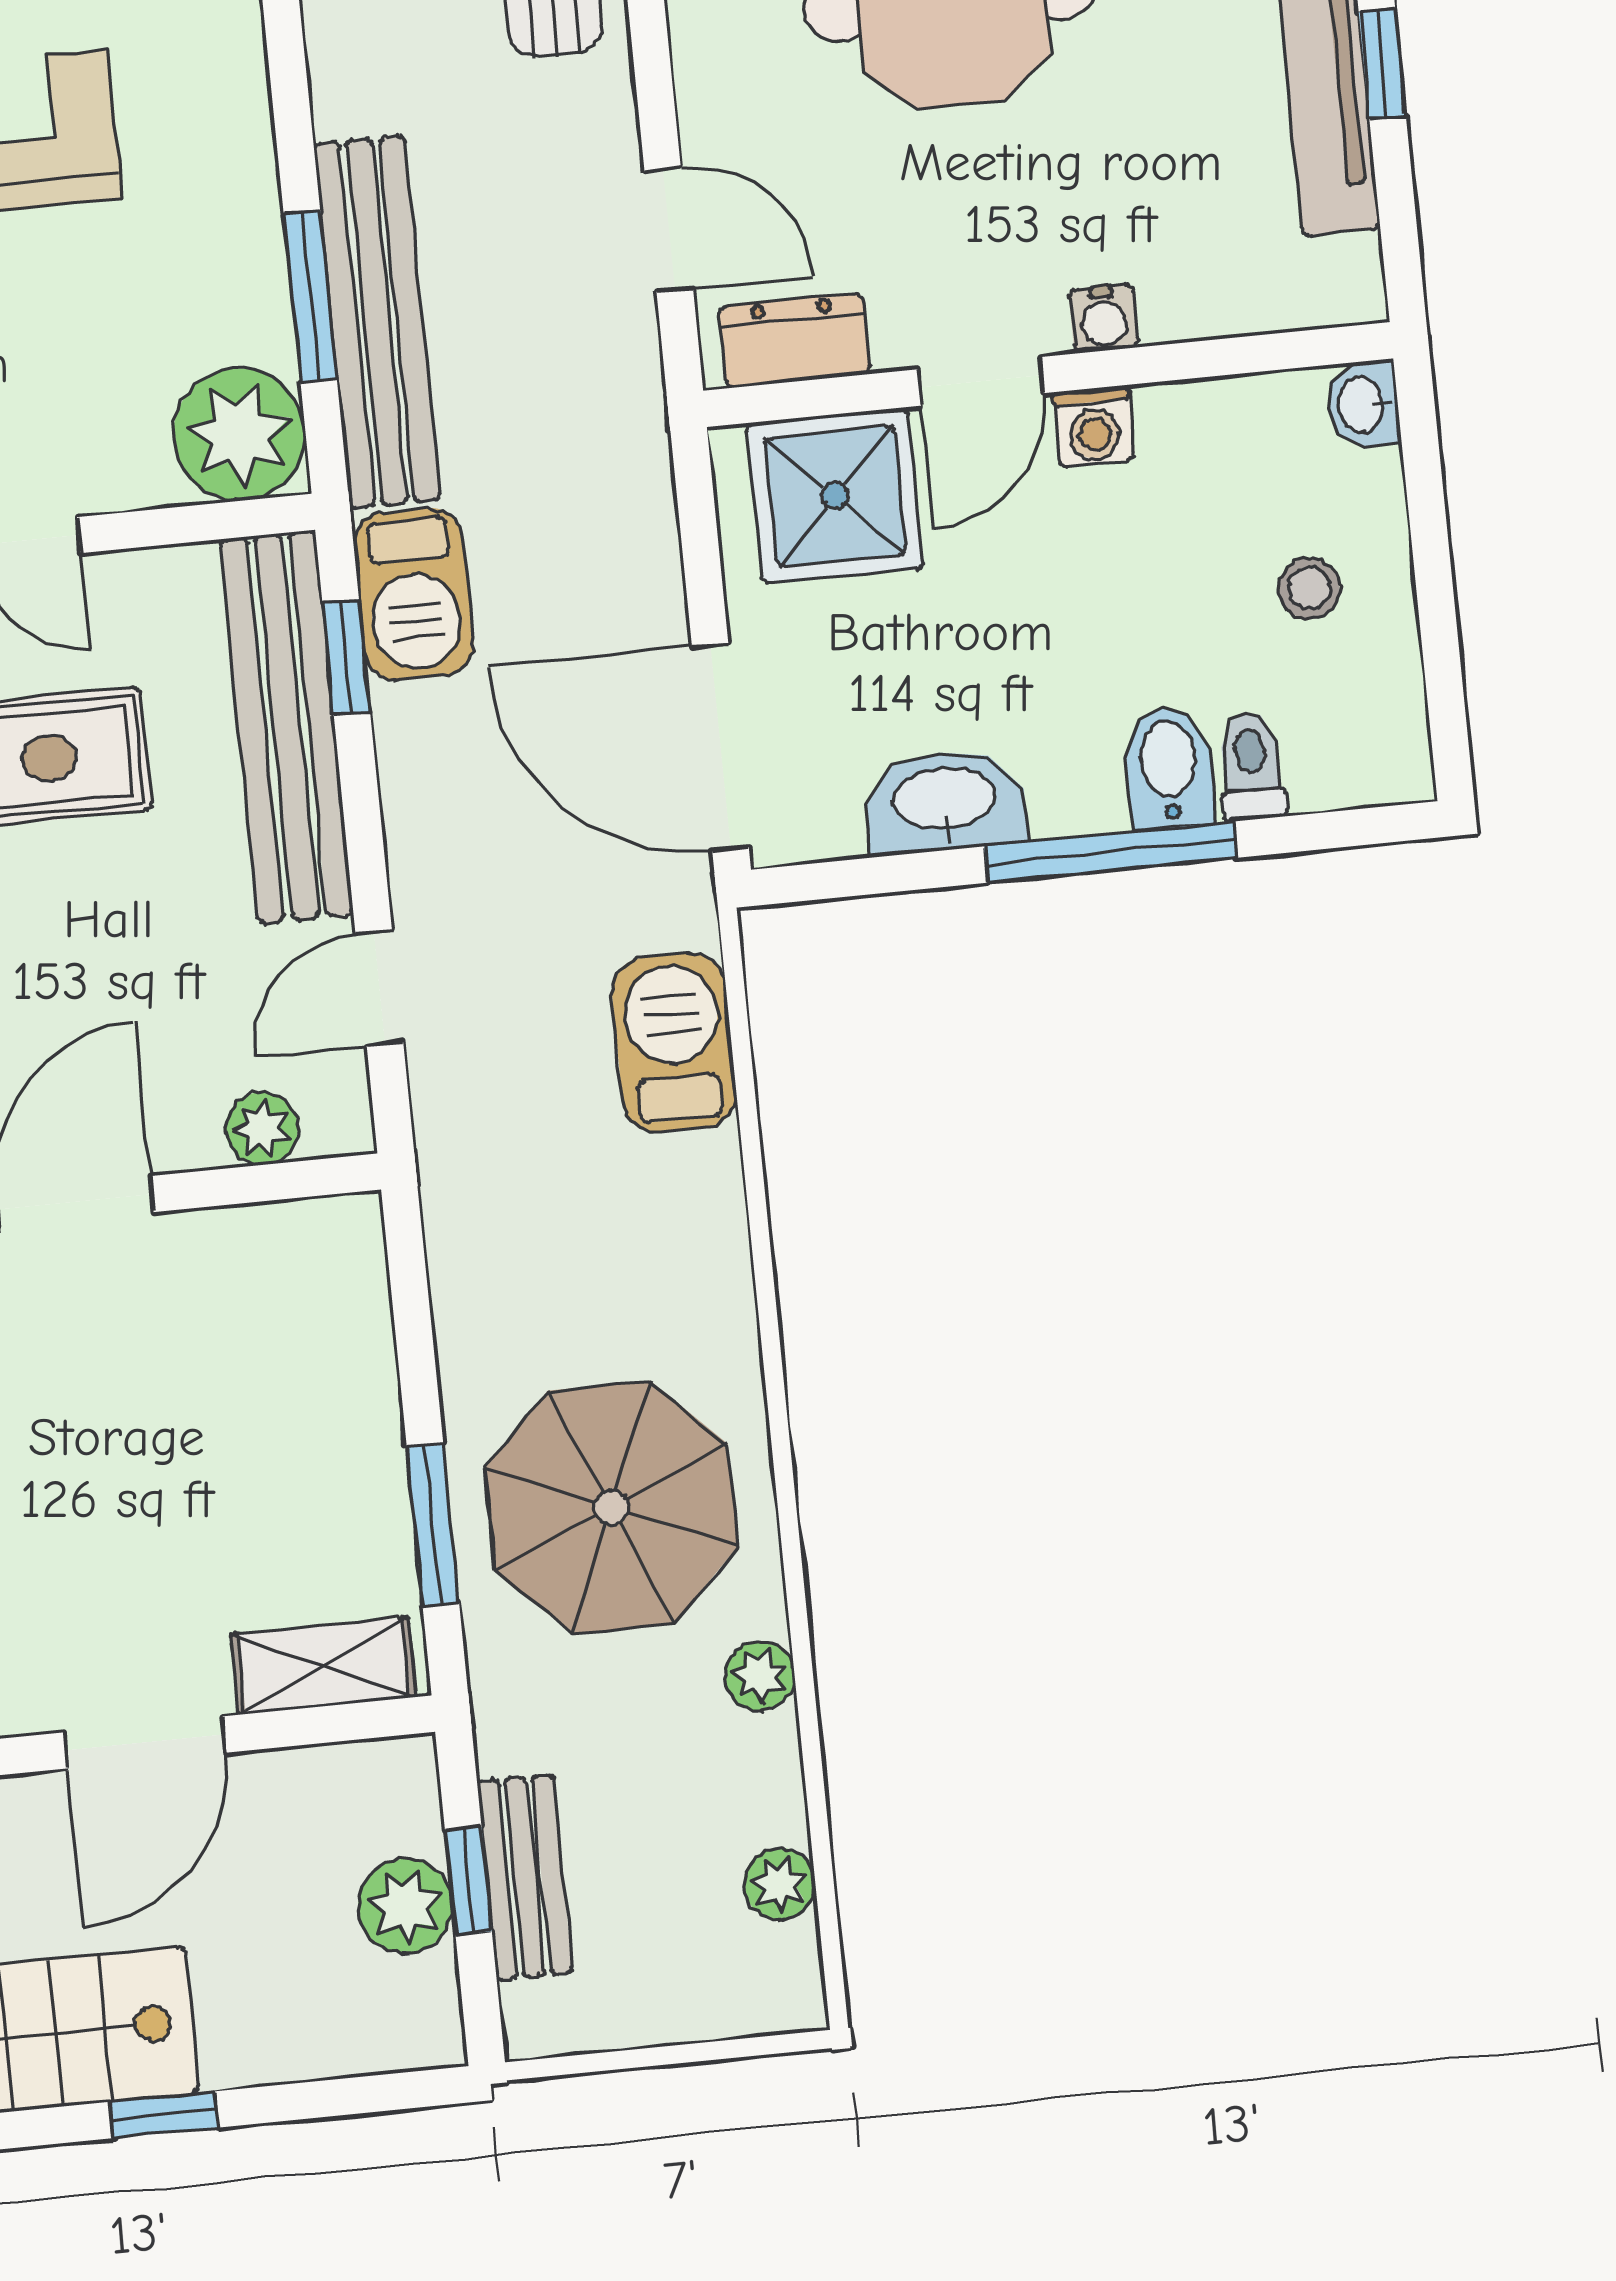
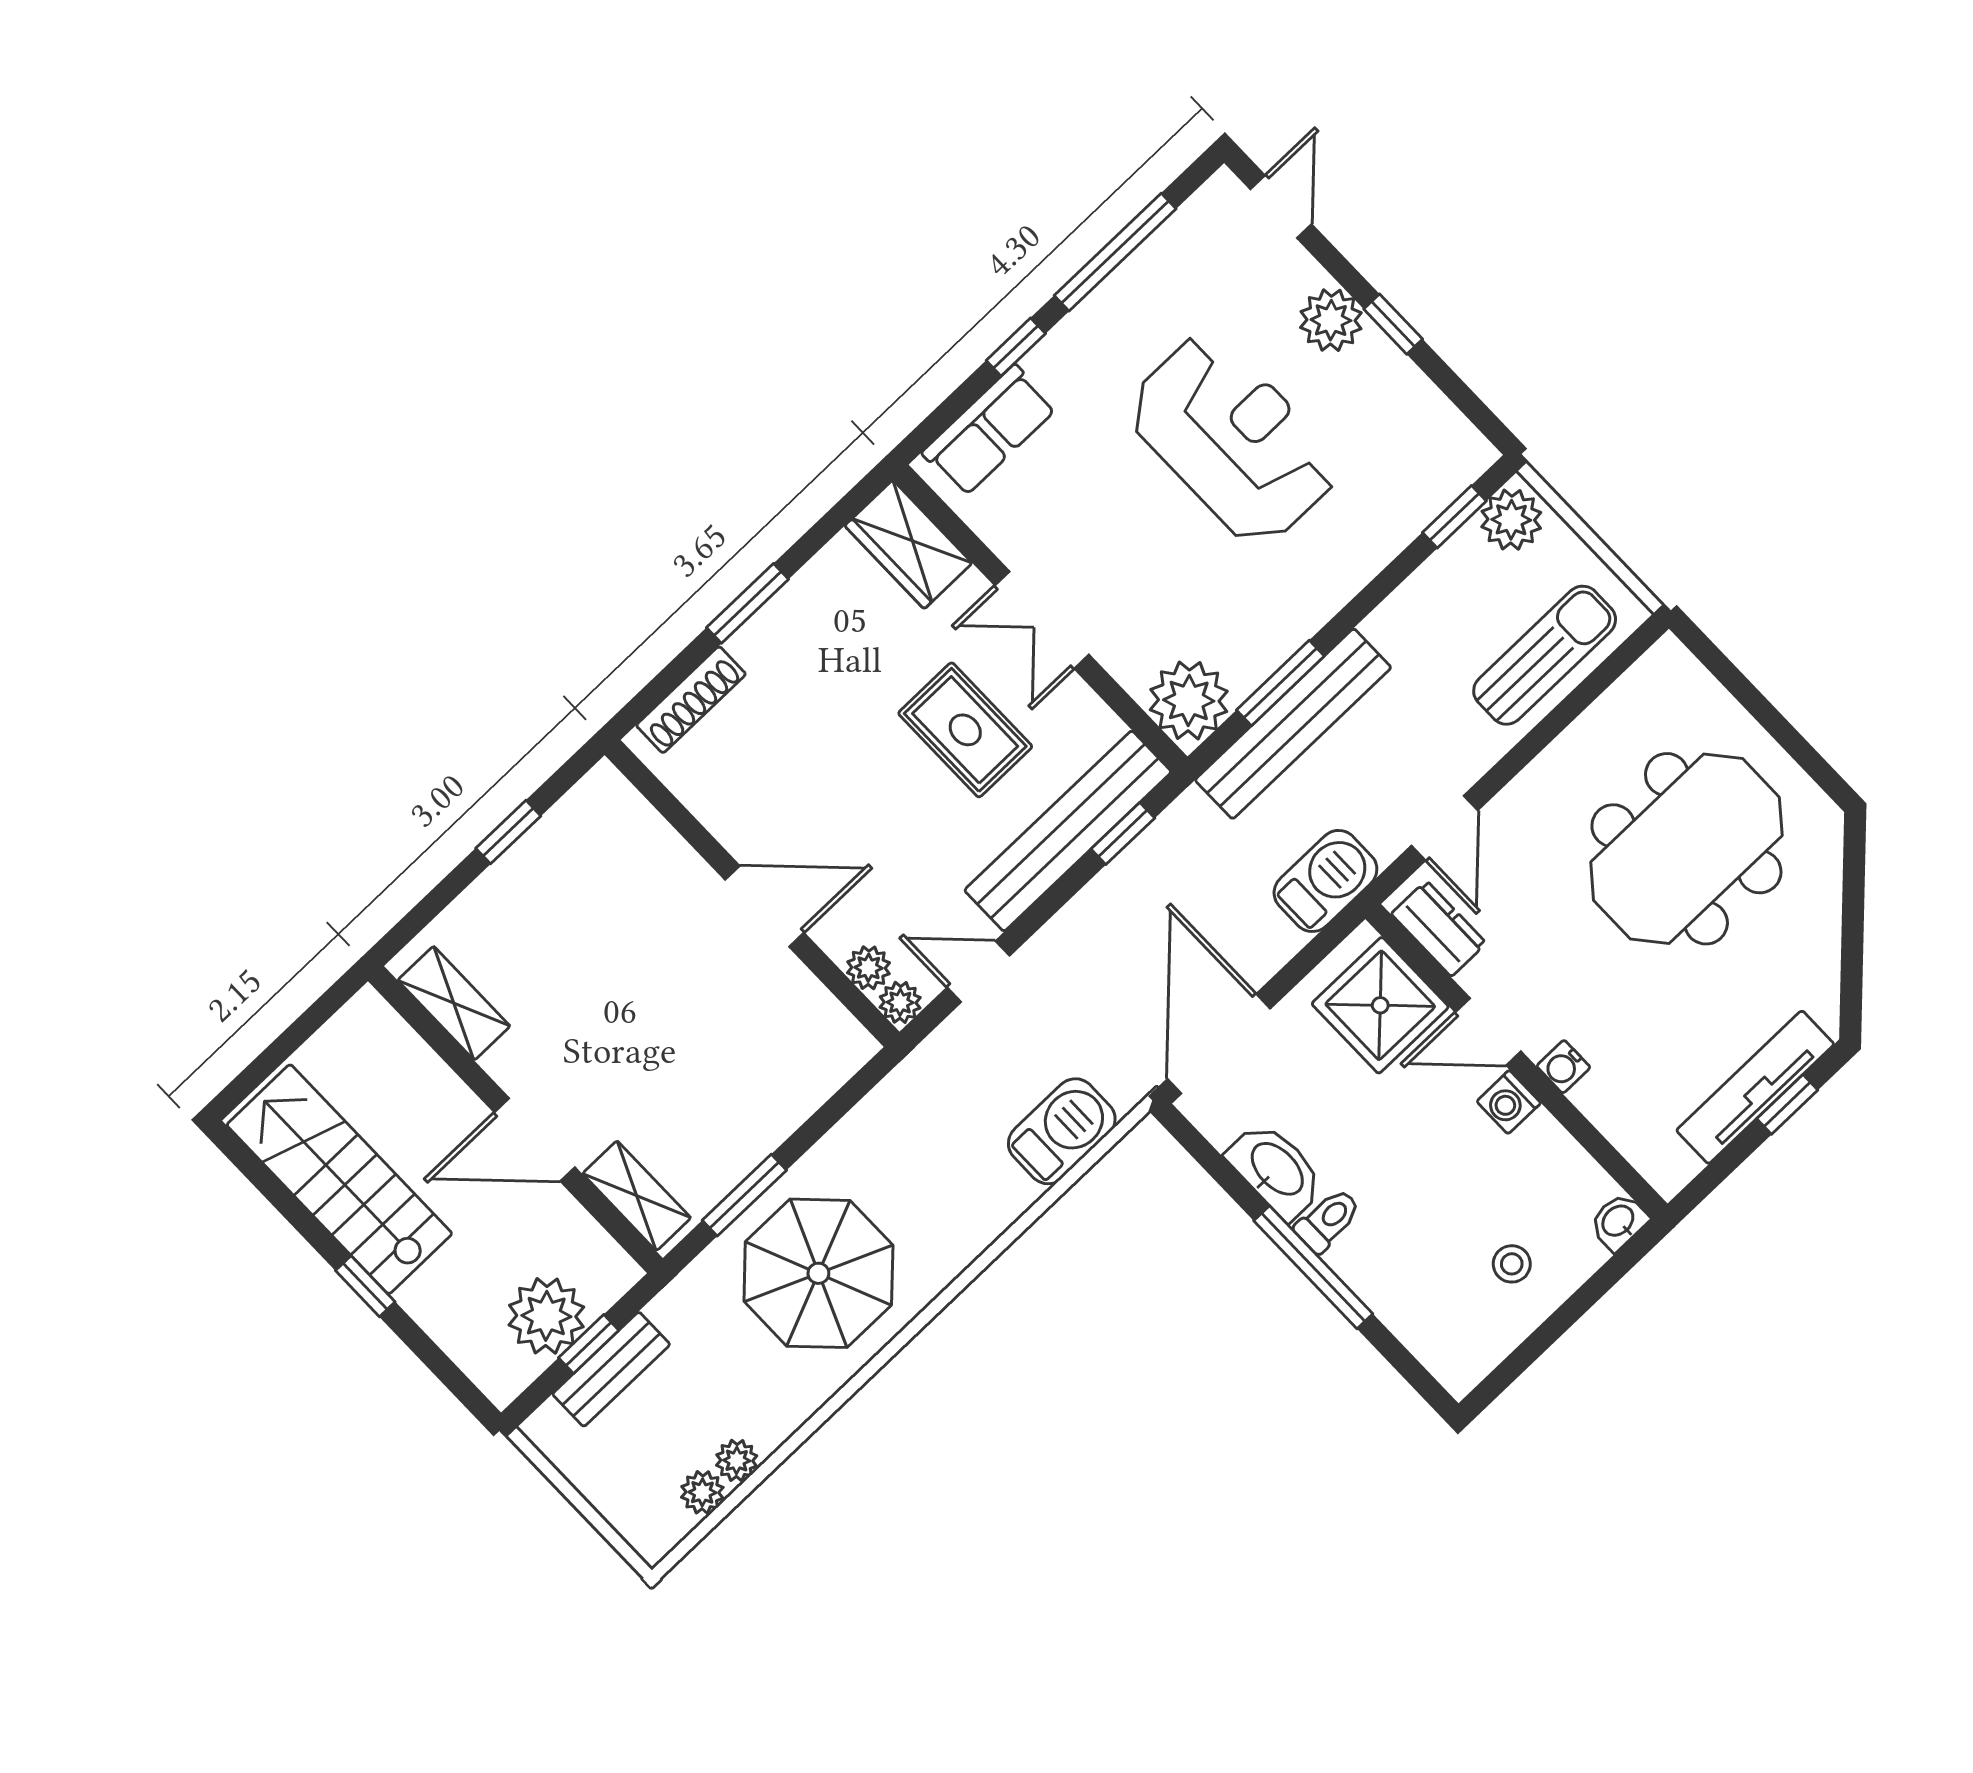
barbecue: (414, 594) -> (1325, 881), moved, turned 180
toilet: (1251, 766) -> (1328, 1220), moved
bidet: (1169, 767) -> (1375, 1264), removed
plant: (340, 1122) -> (900, 1002), added
plant: (760, 1676) -> (737, 1461), moved
plant: (405, 1906) -> (546, 1316), width x1.36, depth x1.36

